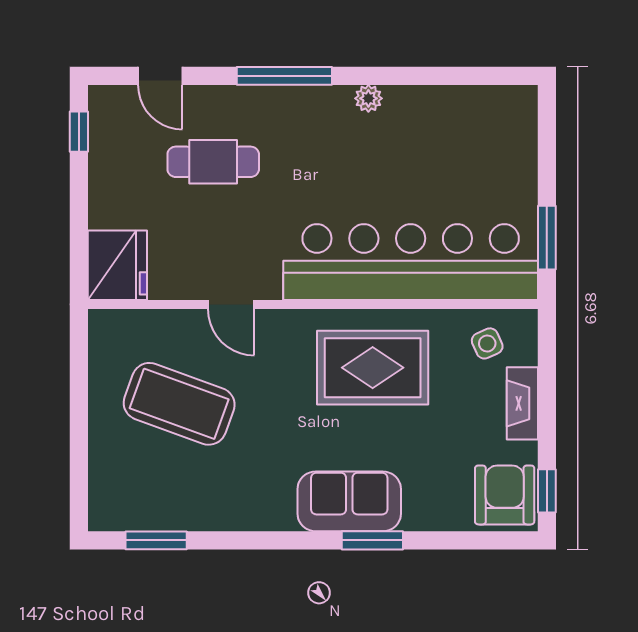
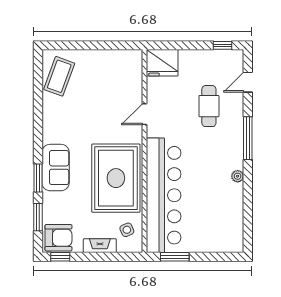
rug: (373, 368) -> (116, 178), width x1.37, depth x1.44
coffee table: (179, 404) -> (59, 76), moved, width x0.73, depth x0.76
window: (156, 540) -> (38, 217), moved

